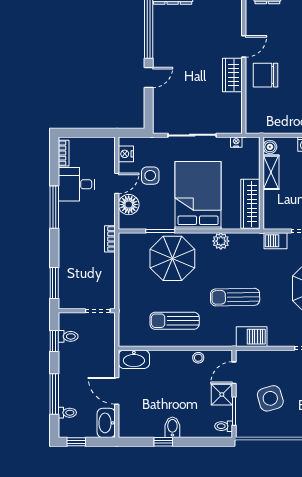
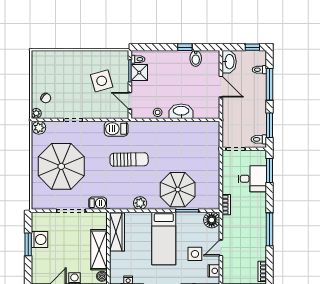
shelving: (271, 172) -> (99, 250), width x1.50, depth x1.33
desk: (76, 184) -> (252, 179), moved
bed: (198, 195) -> (164, 238), width x0.67
floor lamp: (129, 205) -> (212, 220), moved
sun lounger: (175, 321) -> (176, 141), removed
toilet: (68, 336) -> (259, 139), moved
window: (54, 341) -> (270, 125), width x1.50
washbasin: (134, 359) -> (181, 111), moved
door: (234, 373) -> (130, 101), swing flipped
shower: (222, 395) -> (139, 73), moved
bidet: (172, 427) -> (196, 58), moved

